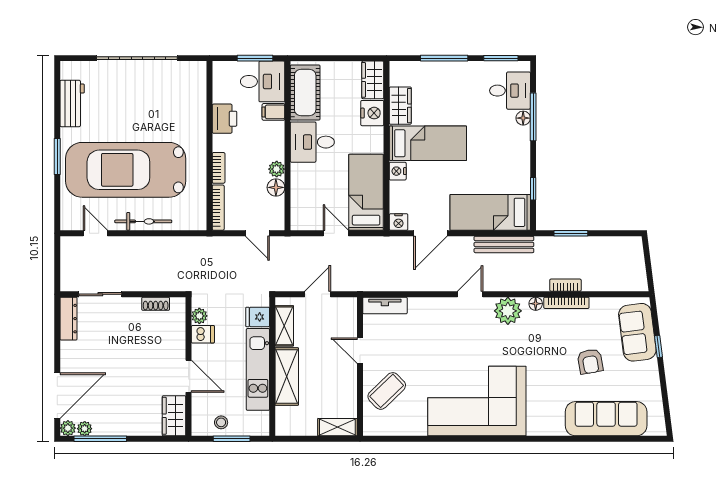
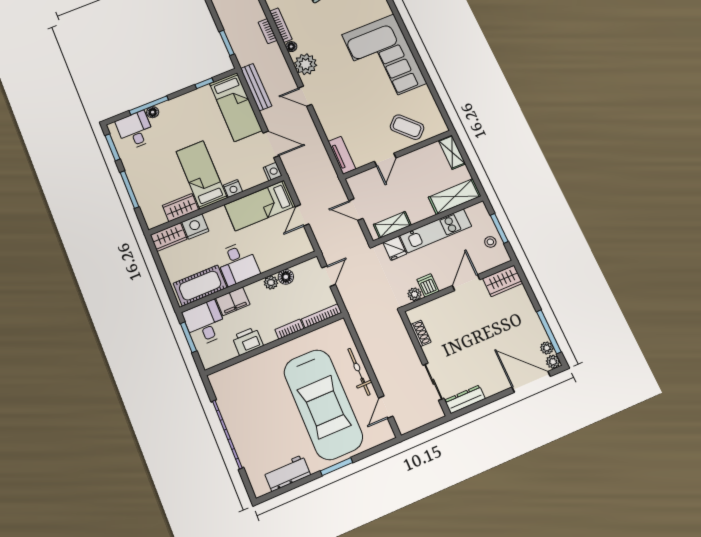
filing cabinet: (273, 112) -> (233, 301), width x2.00
shelving: (287, 377) -> (455, 197), moved

